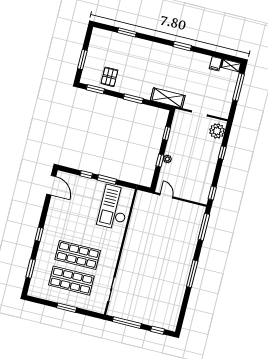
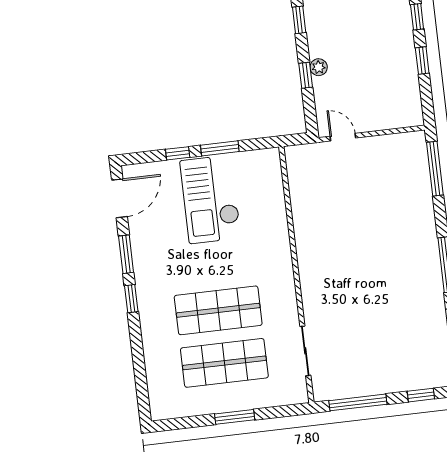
door: (51, 185) -> (119, 198), hinge flipped
window: (212, 193) -> (422, 60), moved
checkout: (114, 207) -> (211, 199), moved
window: (31, 268) -> (126, 254), moved

